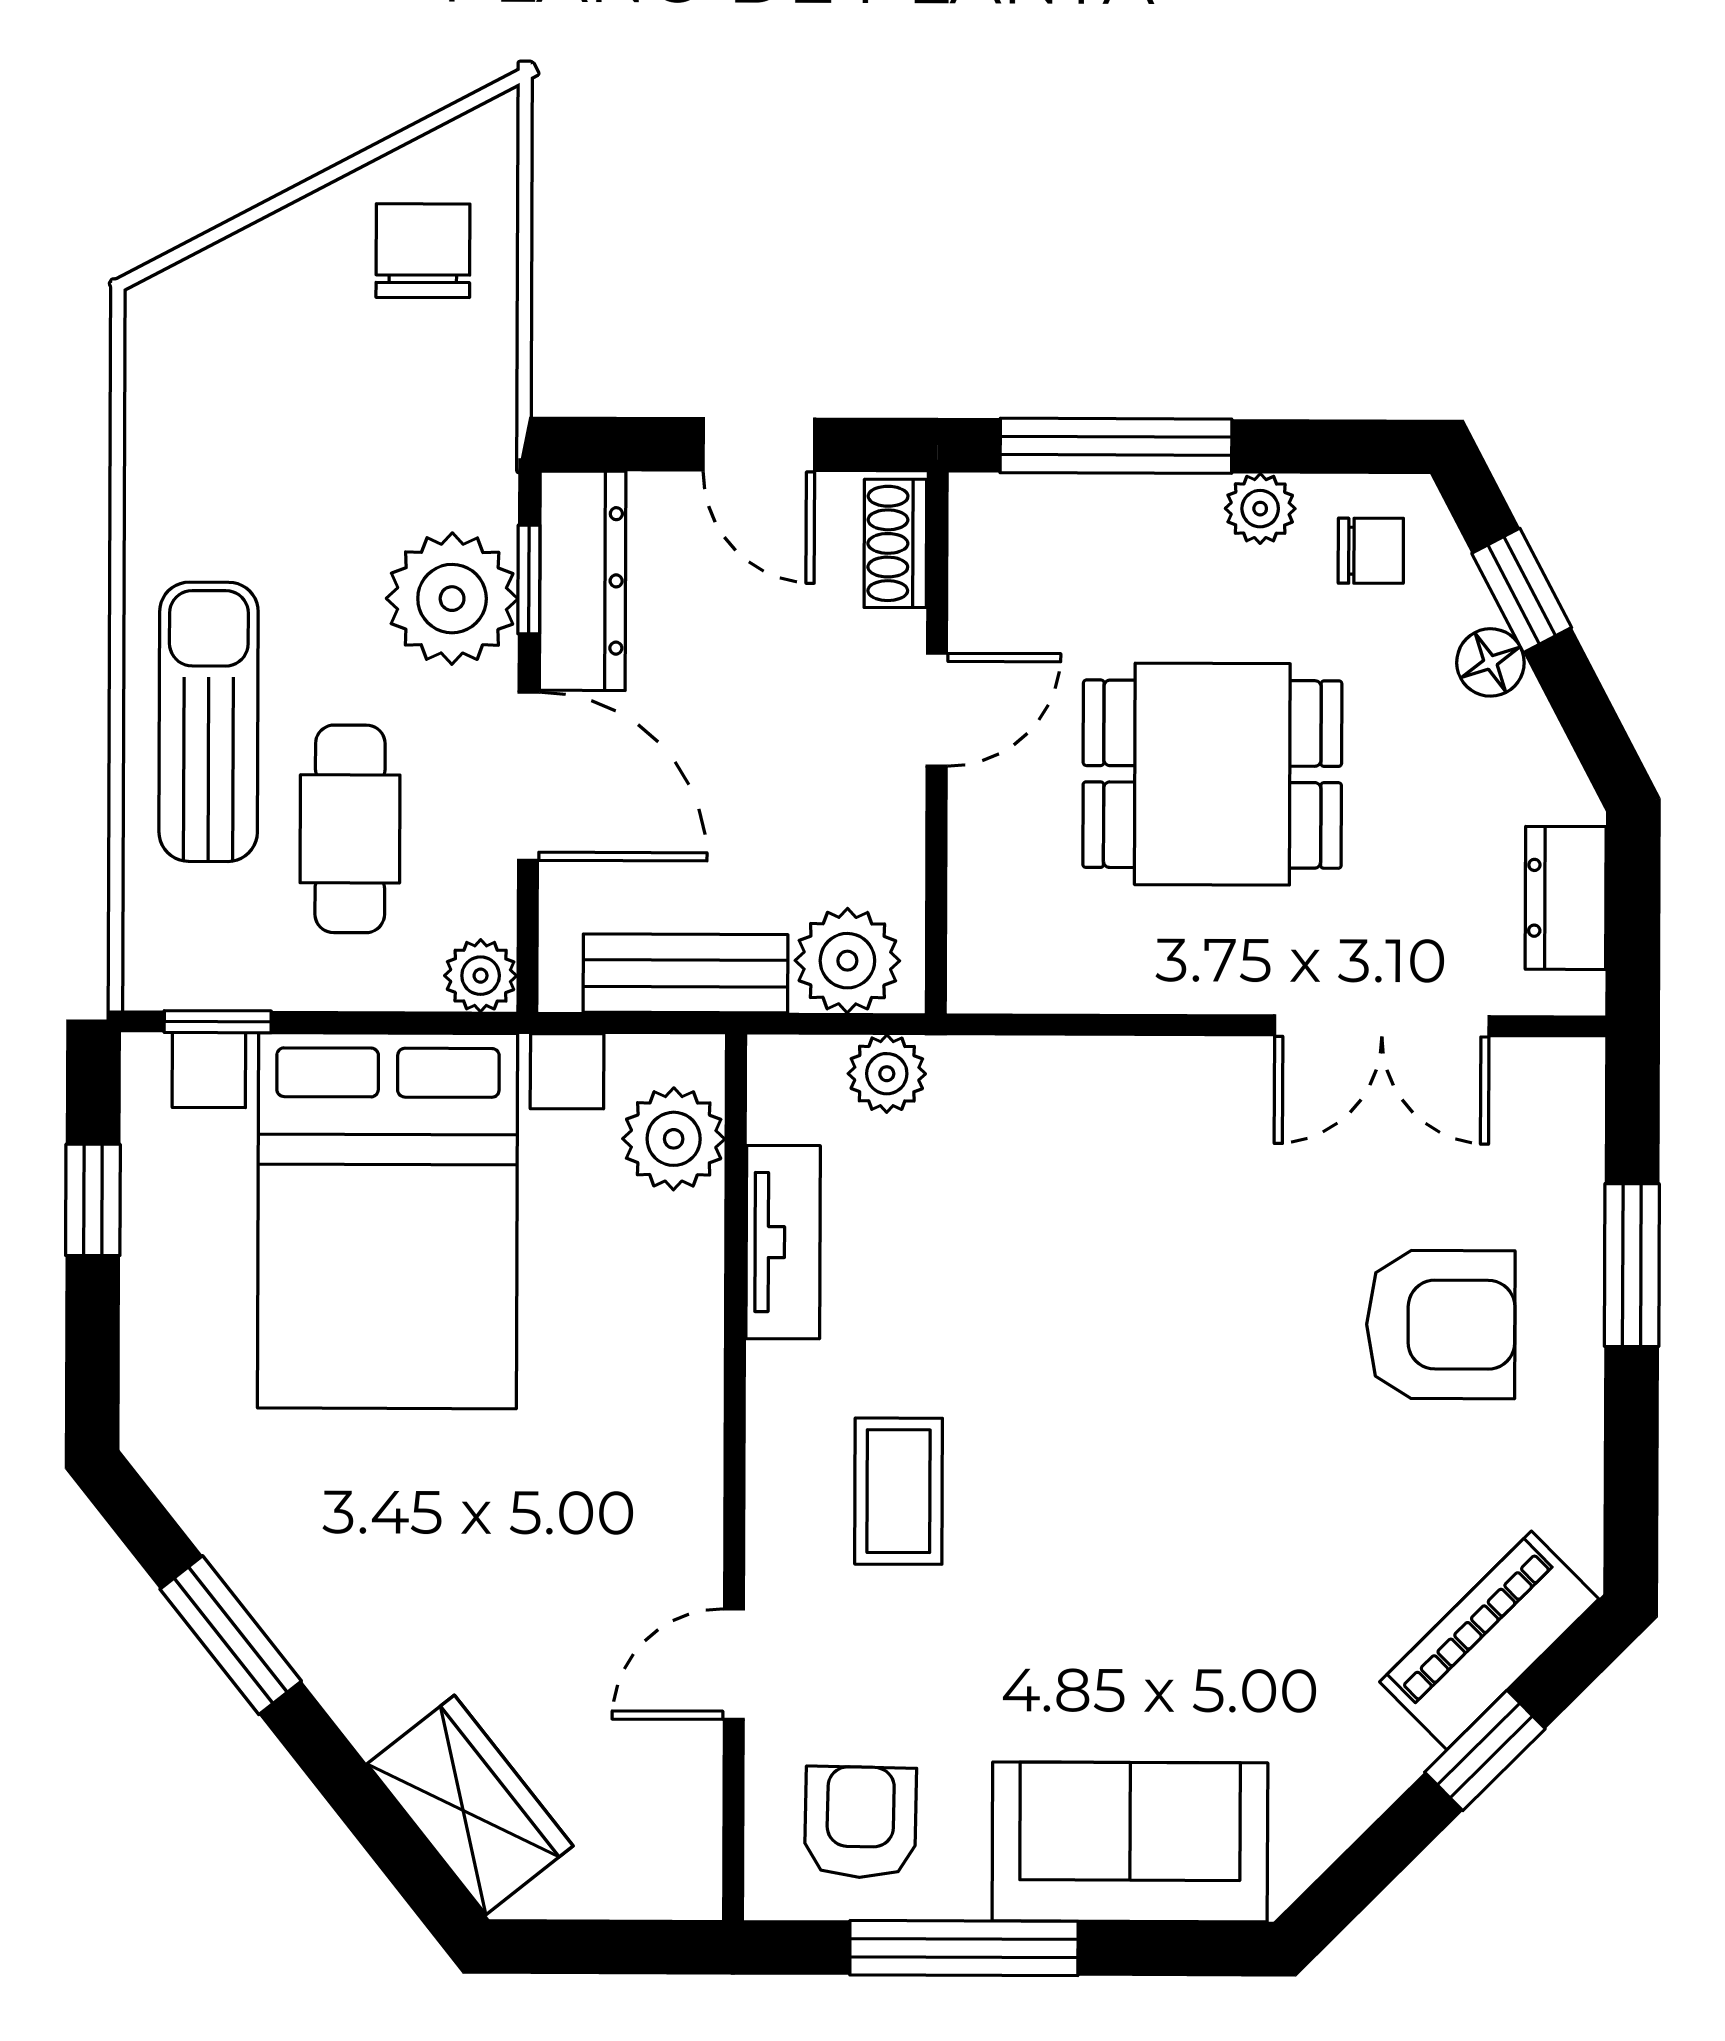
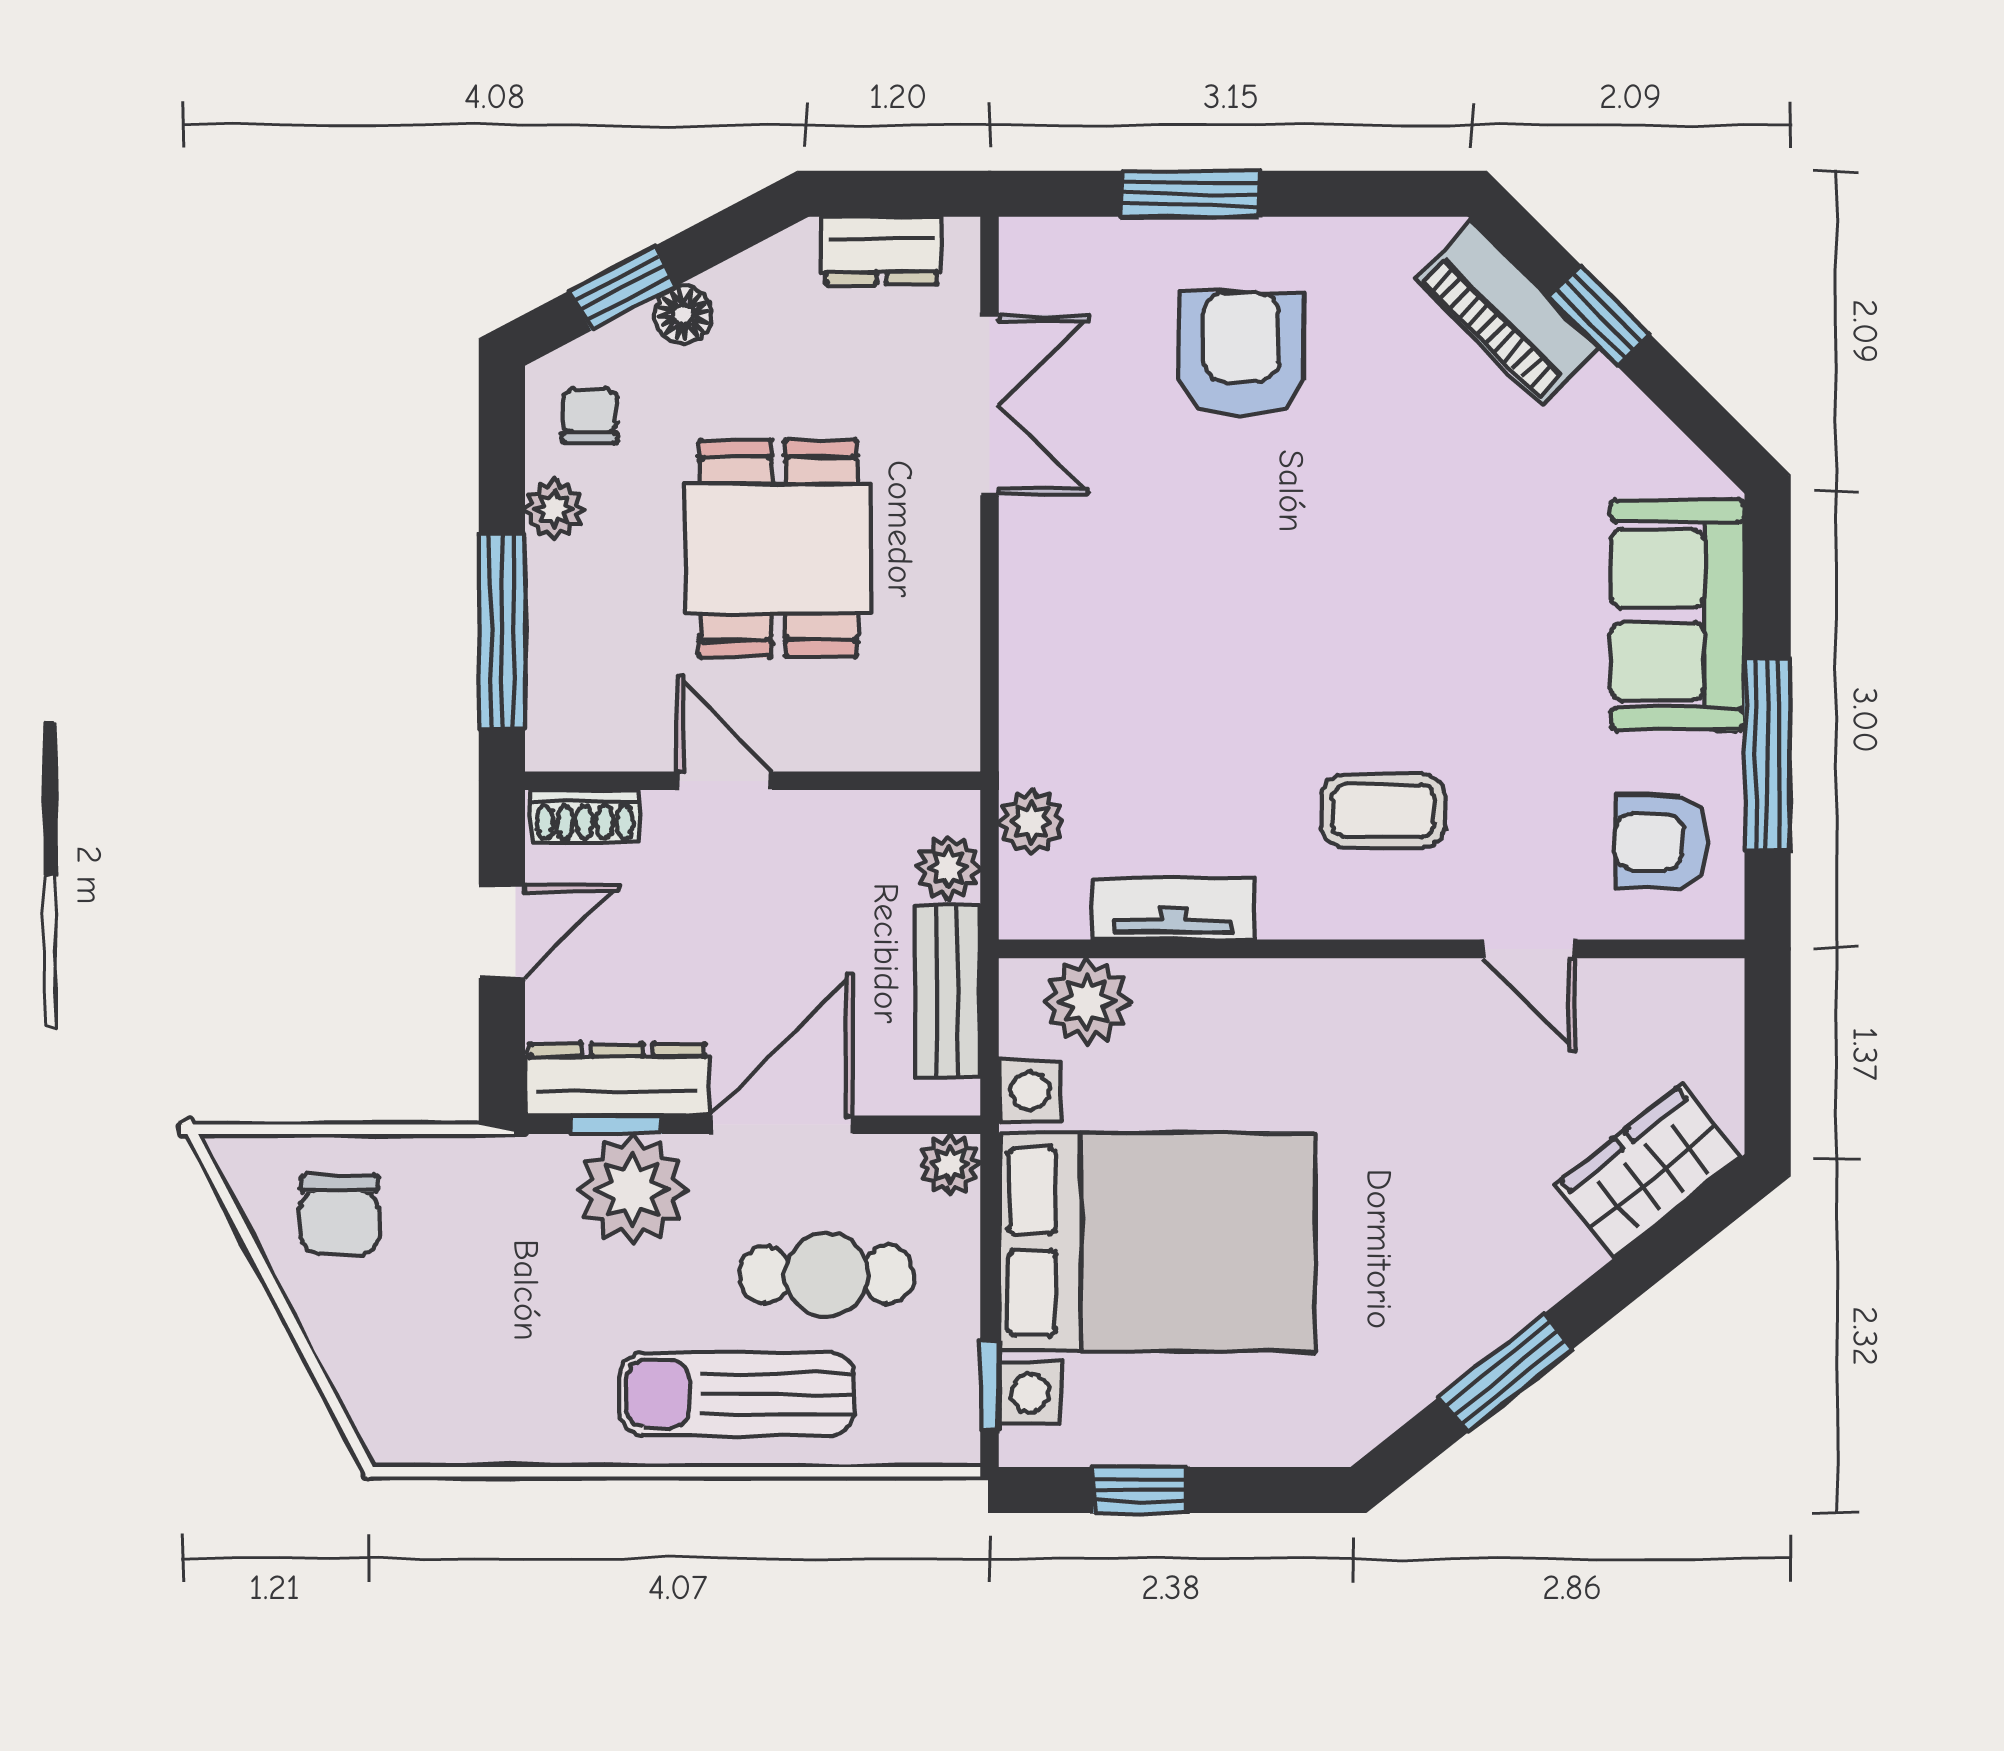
chair: (423, 251) -> (340, 1215), turned -90
plant: (847, 961) -> (948, 867), width x0.73, depth x0.73

